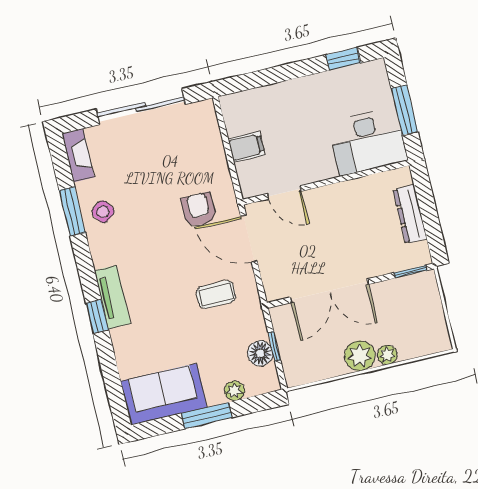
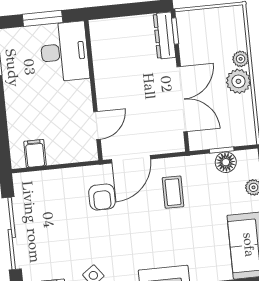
filing cabinet: (246, 147) -> (35, 153), moved
armchair: (199, 210) -> (102, 197), turned -90
dresser: (410, 214) -> (164, 36), moved, turned 90

